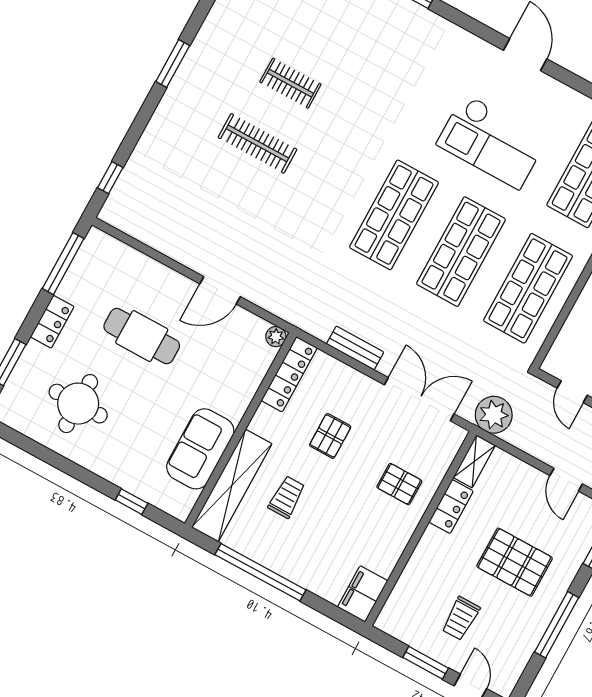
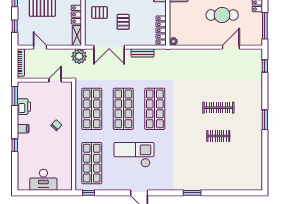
door: (220, 290) -> (231, 47), moved
door: (572, 392) -> (55, 80), hinge flipped
pallet: (330, 436) -> (123, 22), moved

